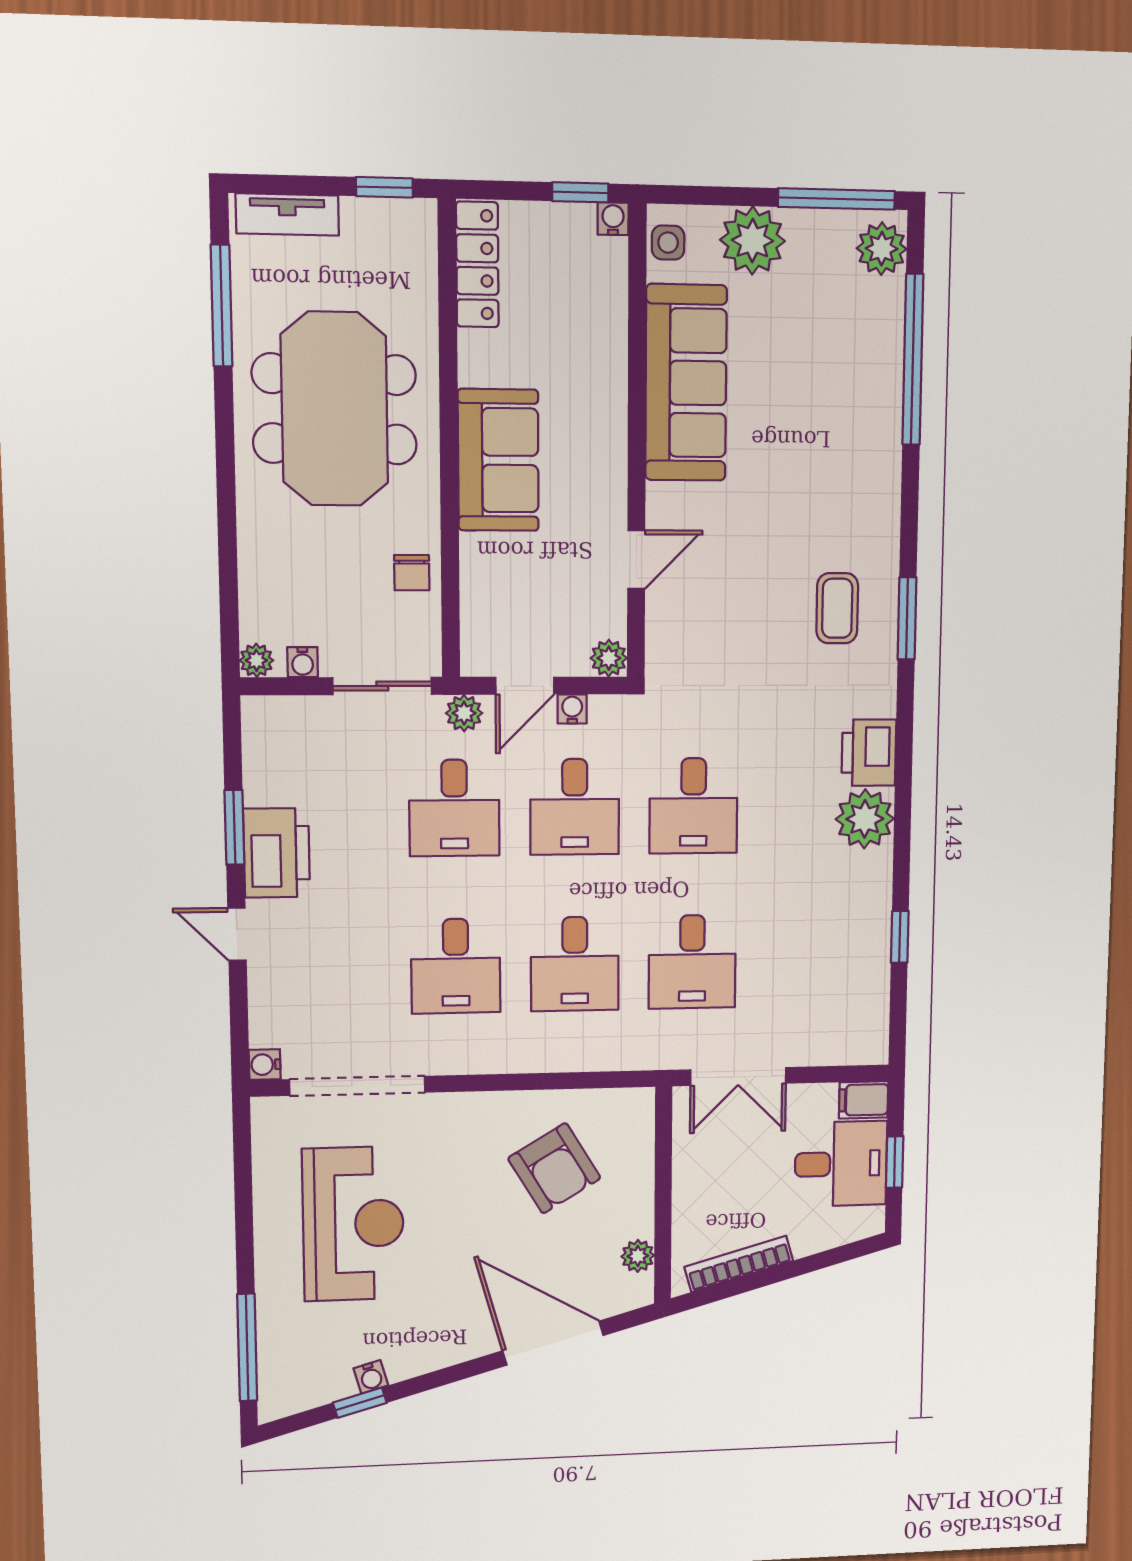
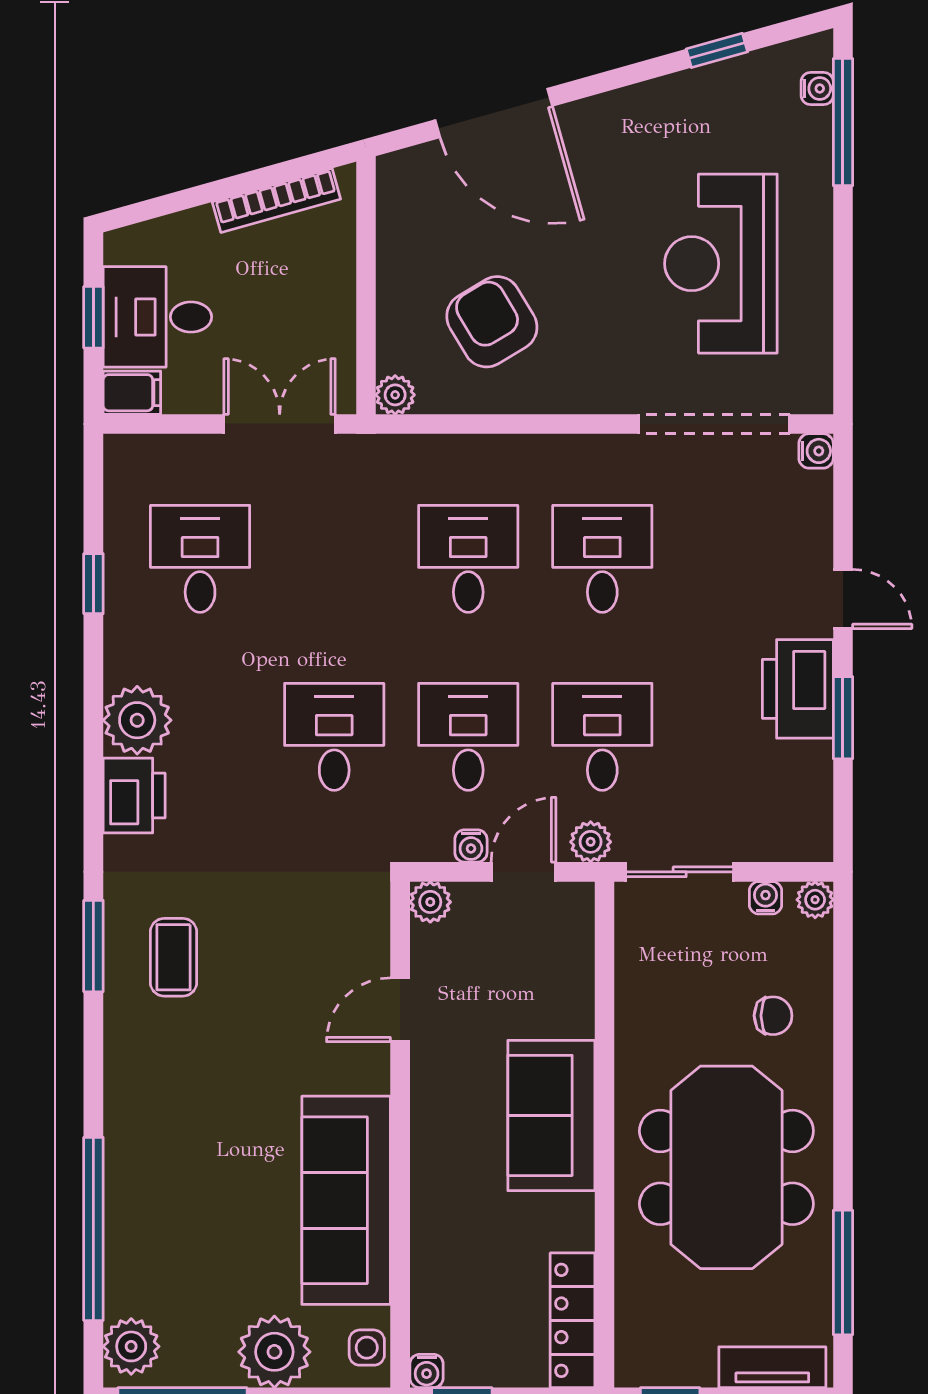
chair: (412, 573) -> (773, 1016), moved, turned 90
desk: (692, 962) -> (200, 559), moved
plant: (638, 1256) -> (395, 395), moved
water cooler: (371, 1377) -> (817, 88), moved, turned 106

